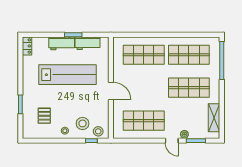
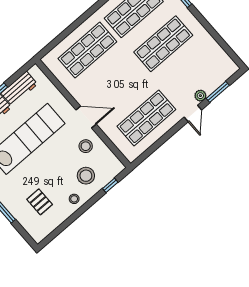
shelving: (214, 118) -> (216, 52), removed
stool: (98, 131) -> (86, 146), moved
door: (172, 141) -> (193, 113), hinge flipped

